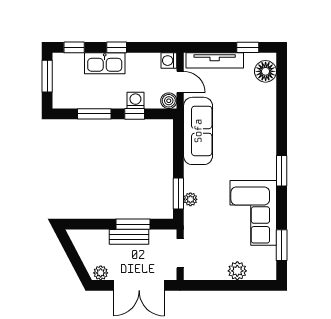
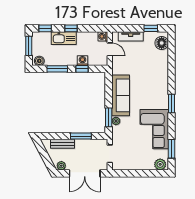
tv unit: (215, 60) -> (131, 36), width x0.71
boiler: (169, 101) -> (39, 61), moved
sofa: (198, 131) -> (121, 95), moved
bench: (129, 237) -> (63, 144), moved
plant: (237, 271) -> (160, 164), moved

